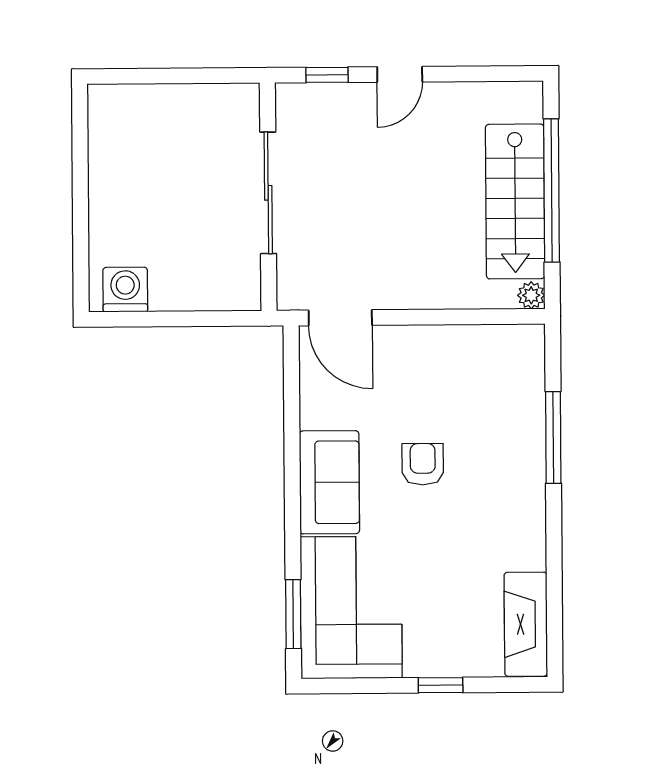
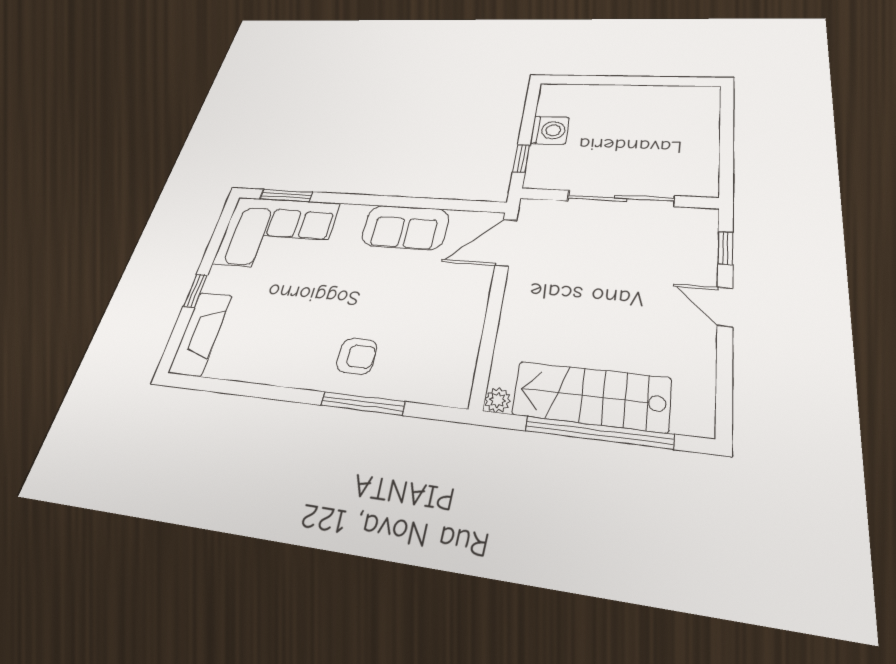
washing machine: (125, 290) -> (550, 130), moved
window: (216, 319) -> (521, 158), added
armchair: (423, 464) -> (357, 356), moved
sofa: (329, 482) -> (405, 227), moved
fireplace: (526, 624) -> (201, 333), moved, turned 90

